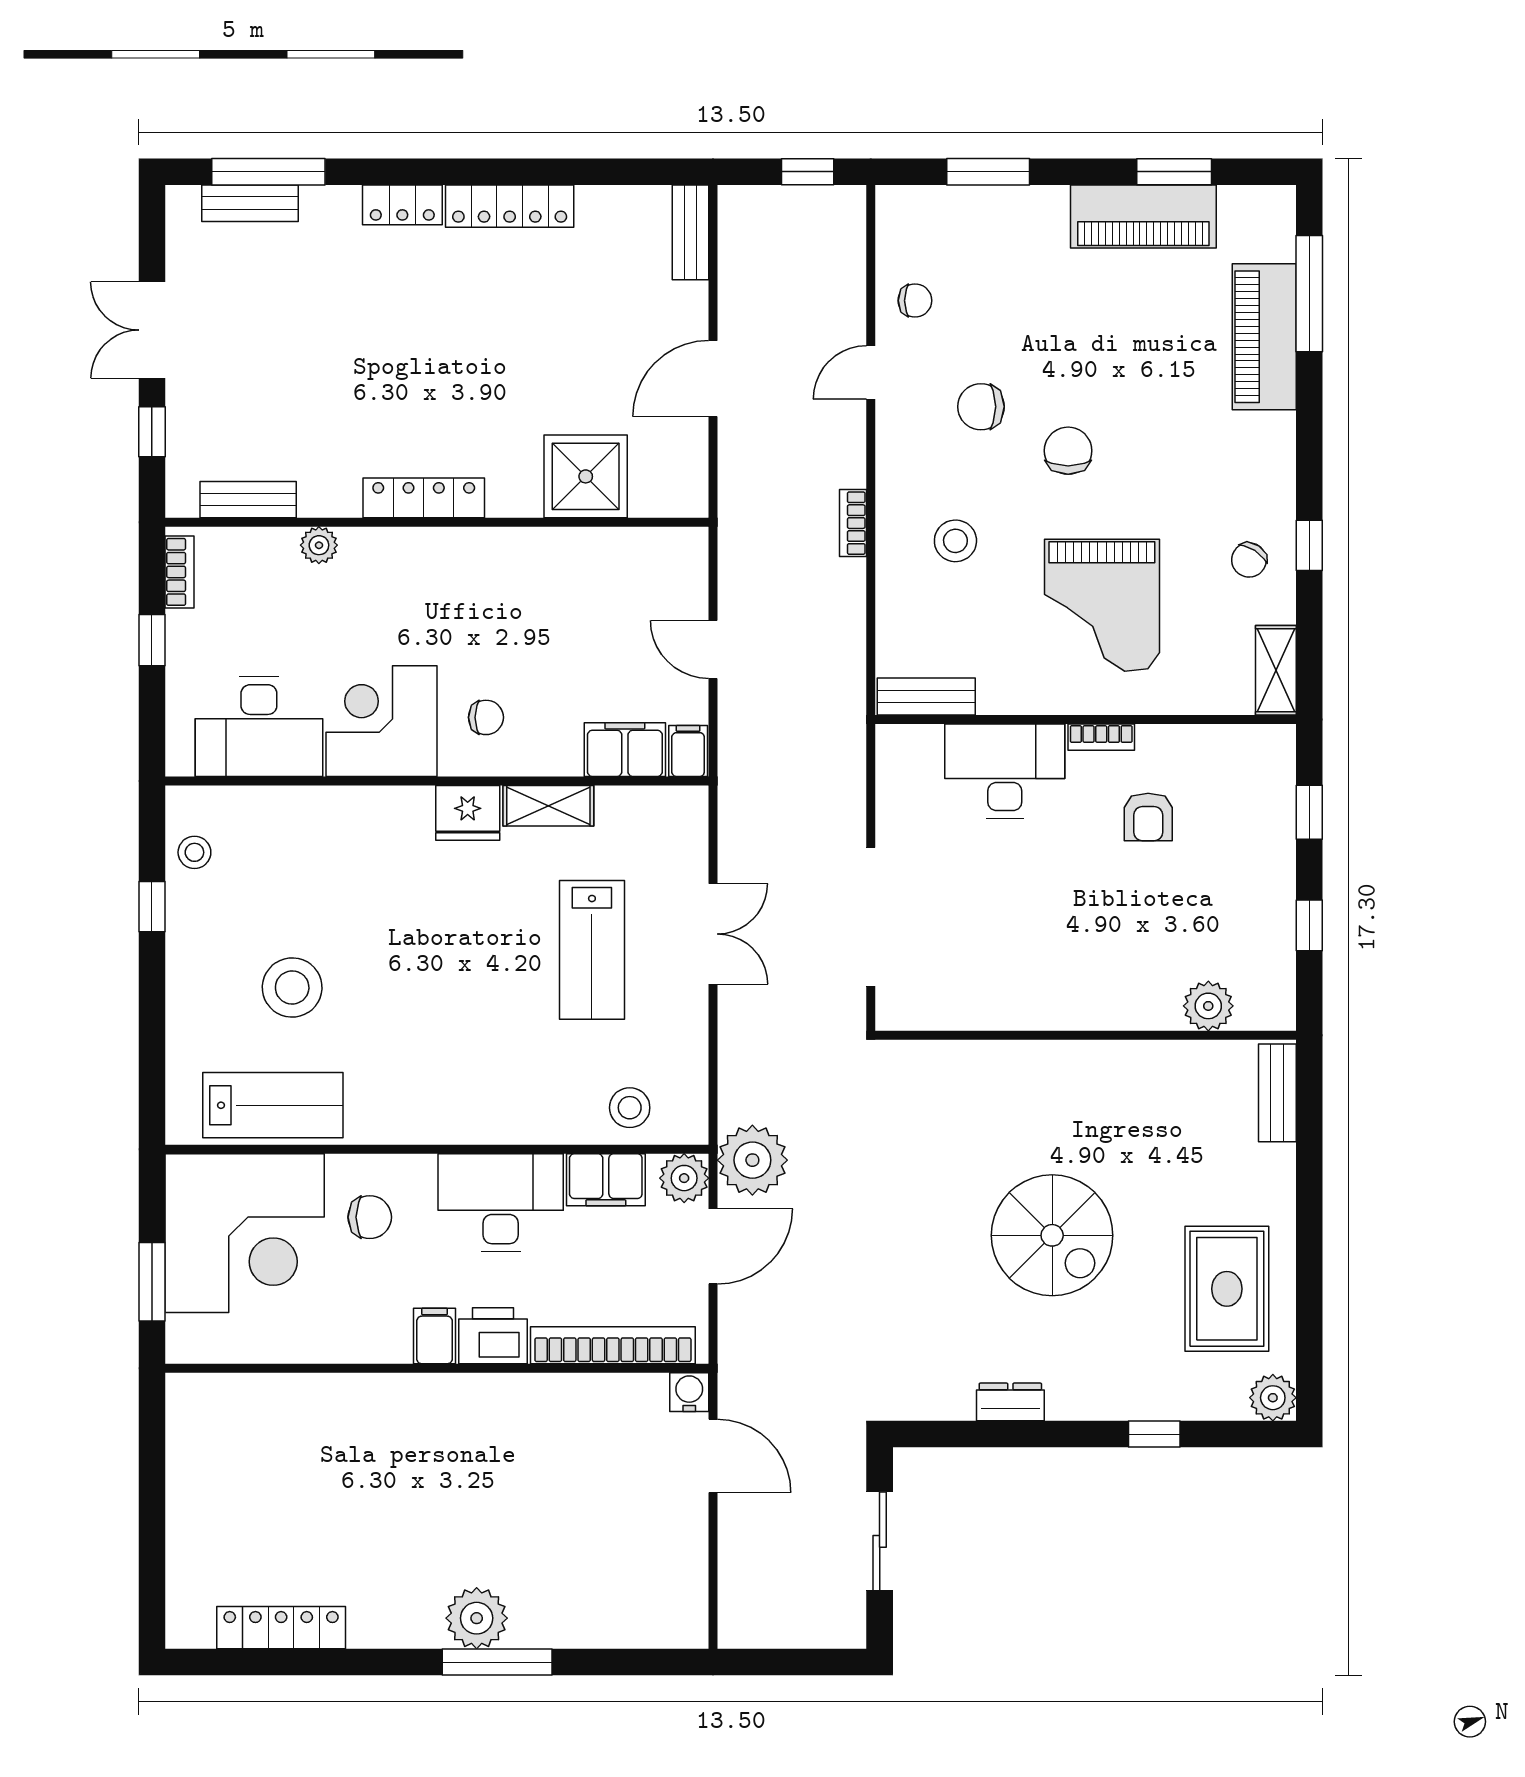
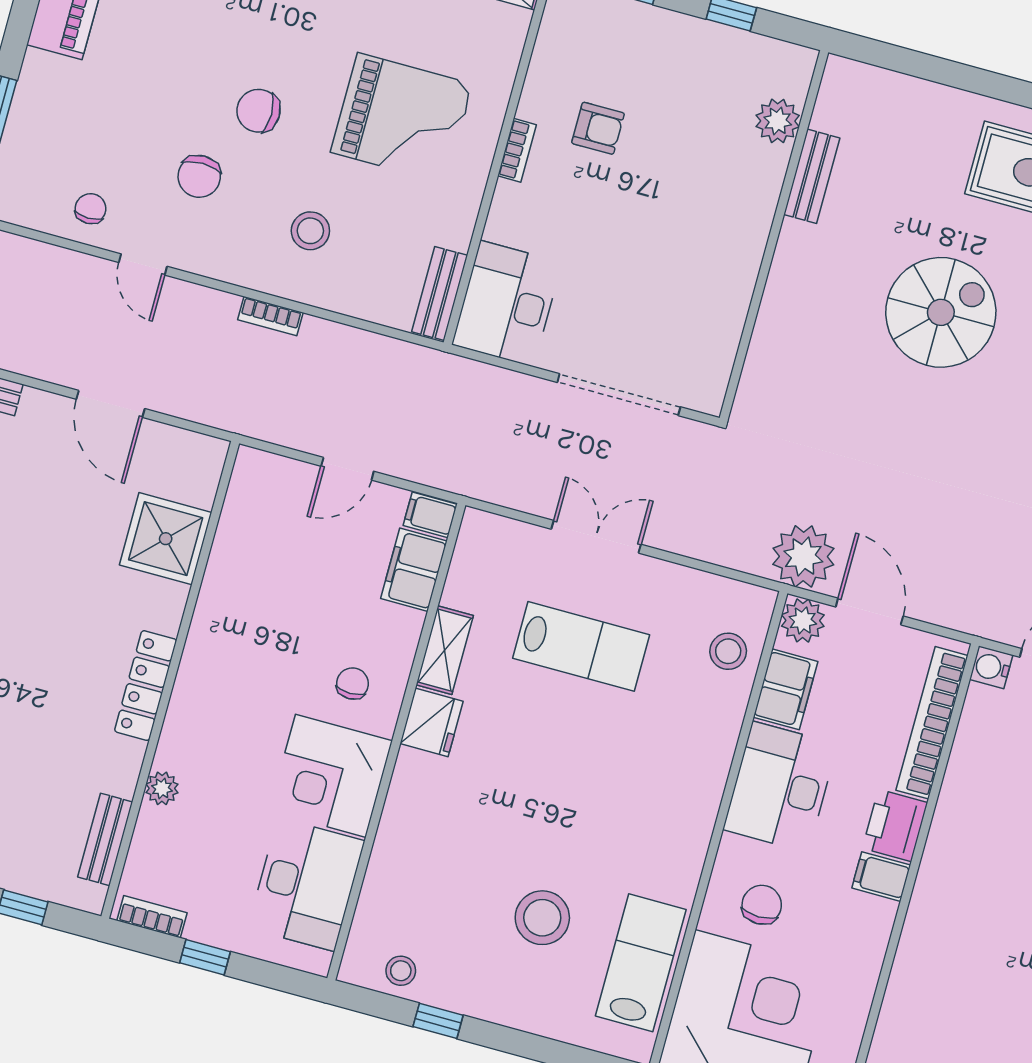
desk: (1005, 771) -> (507, 304), moved
bench: (1277, 1093) -> (812, 176), moved, turned 90

